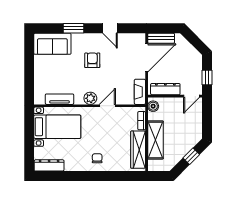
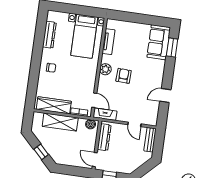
window: (73, 28) -> (172, 47), moved
door: (147, 58) -> (134, 124), width x0.53
armchair: (92, 60) -> (124, 76), moved, turned -88
door: (107, 106) -> (94, 100), moved
dresser: (49, 165) -> (49, 35), moved

